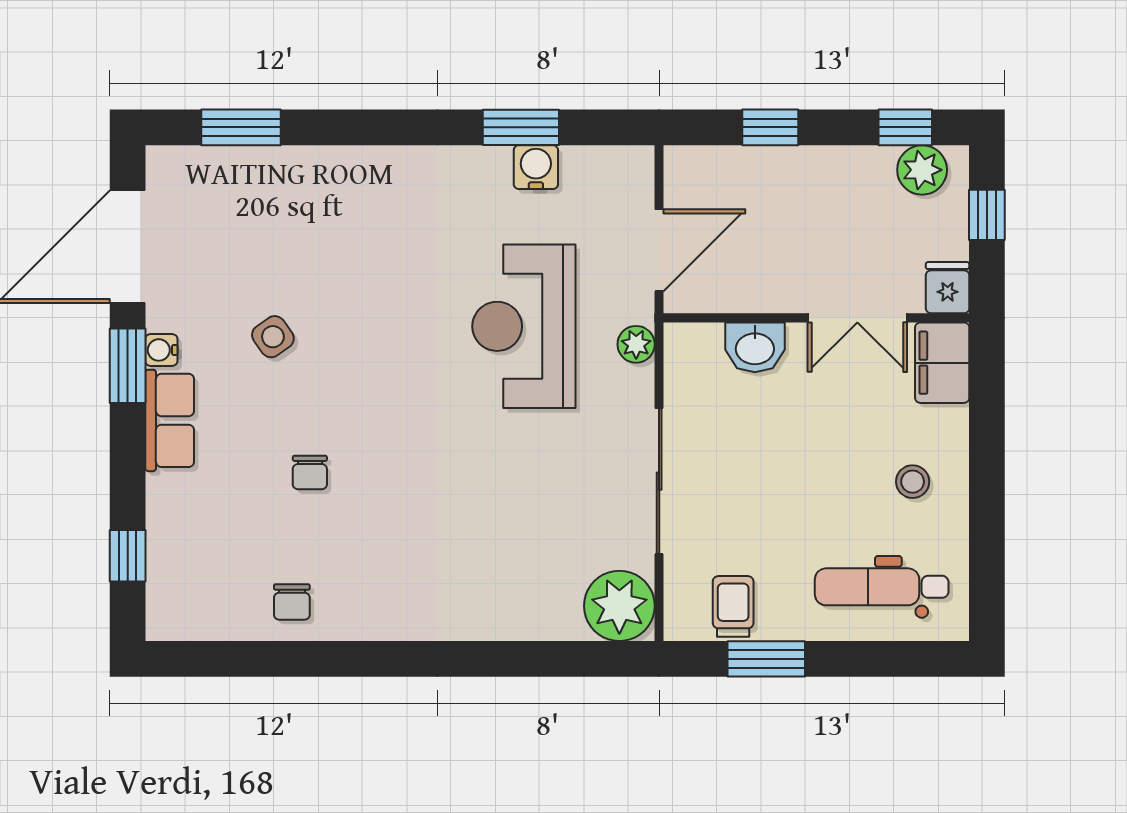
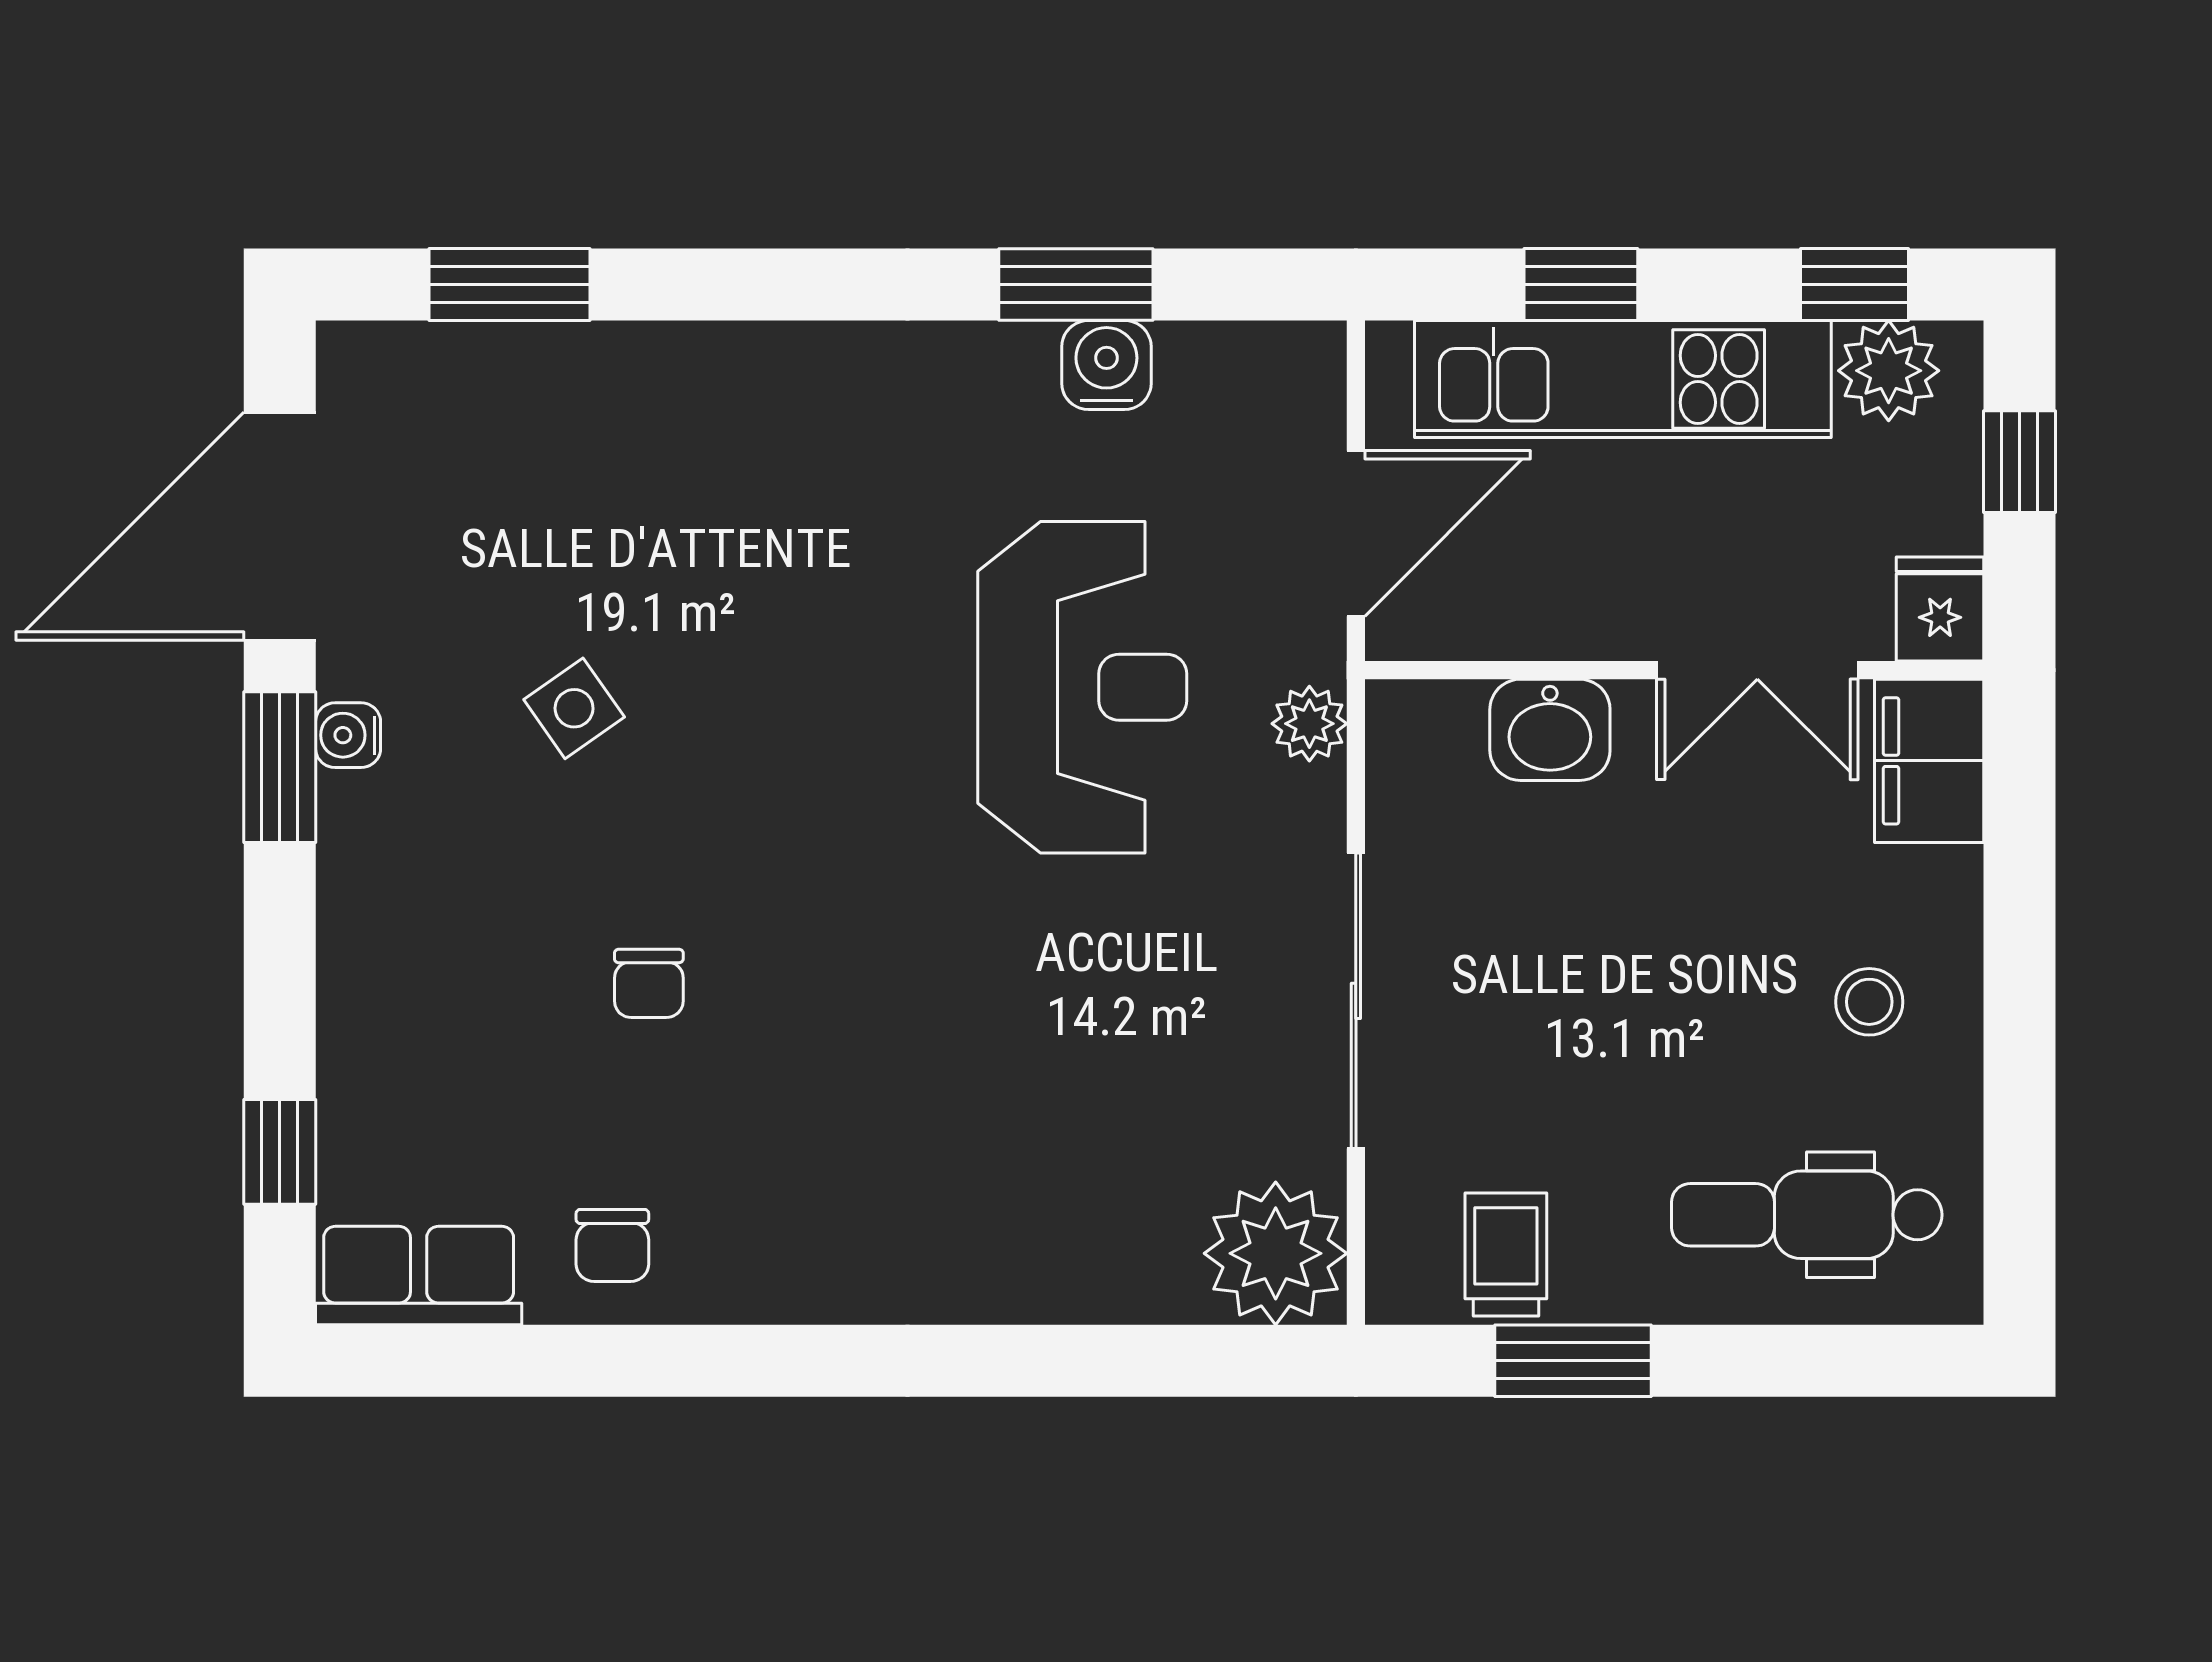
kitchen unit: (791, 174) -> (1623, 379), added
reception desk: (524, 326) -> (1082, 687), turned 180
row of seats: (170, 420) -> (419, 1276), moved, turned -90

